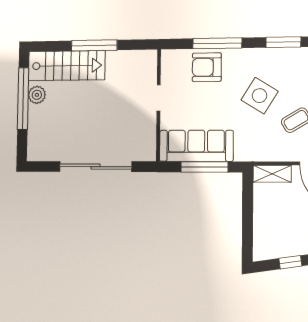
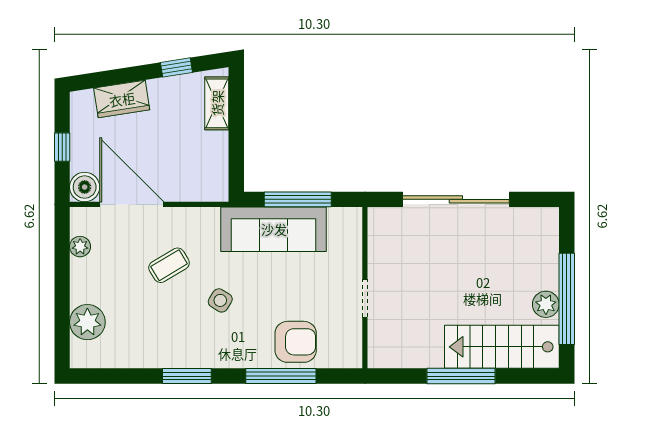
side table: (260, 96) -> (220, 300), width x0.54, depth x0.54
sofa: (196, 146) -> (274, 229), moved
shelving: (272, 174) -> (217, 103), moved, turned 90

